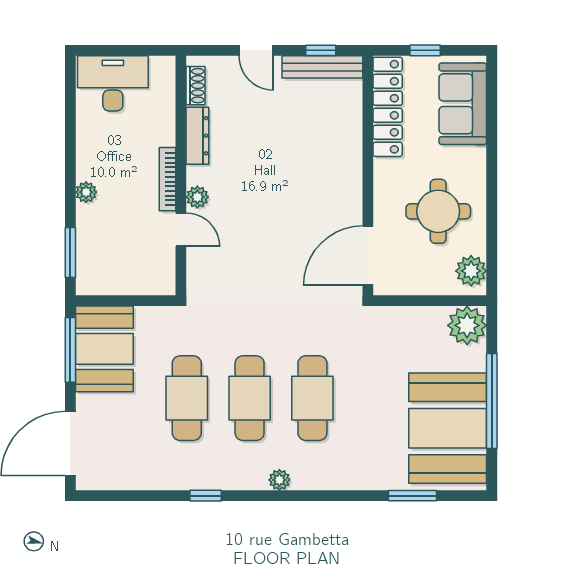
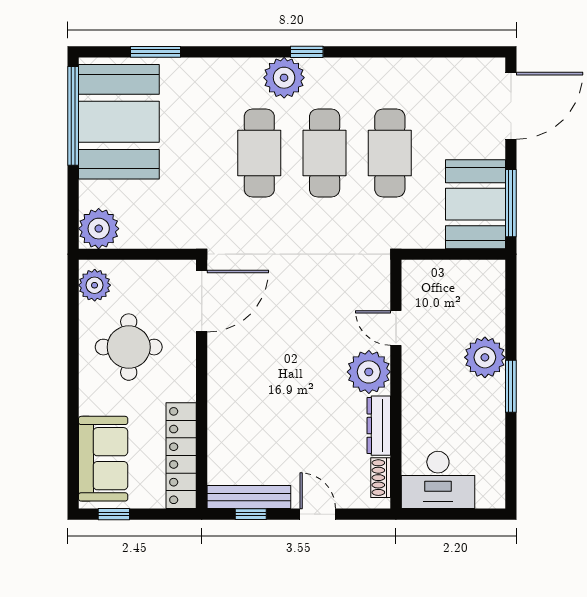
window: (425, 50) -> (114, 514), moved
desk: (113, 83) -> (438, 480), moved
bookcase: (168, 179) -> (410, 380), removed
plant: (86, 192) -> (485, 357), width x1.88, depth x1.88
plant: (197, 197) -> (369, 372), width x1.88, depth x1.88
window: (70, 252) -> (511, 386), moved
window: (492, 401) -> (73, 116), moved
plant: (279, 480) -> (284, 78), width x1.88, depth x1.88
window: (206, 496) -> (307, 52), moved

